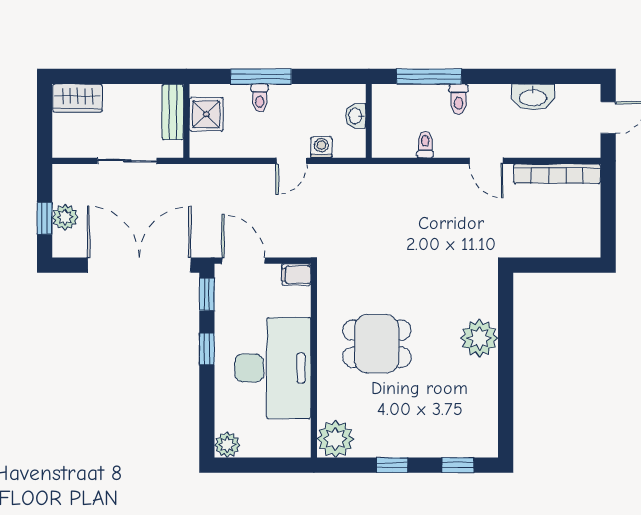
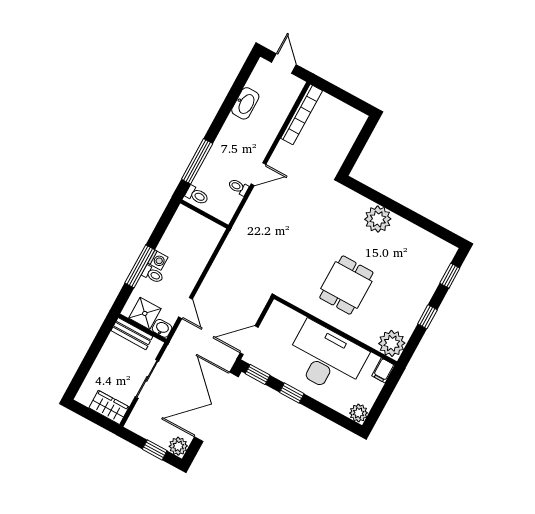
wardrobe: (77, 98) -> (109, 407), moved, turned -90
toilet: (459, 99) -> (197, 195), moved
washbasin: (356, 116) -> (162, 328), moved, turned 180
washing machine: (321, 147) -> (158, 260), moved, turned 180
door: (292, 161) -> (185, 308), moved
door: (486, 161) -> (259, 174), moved
plant: (65, 217) -> (178, 446), moved
filing cabinet: (296, 275) -> (383, 370), moved

